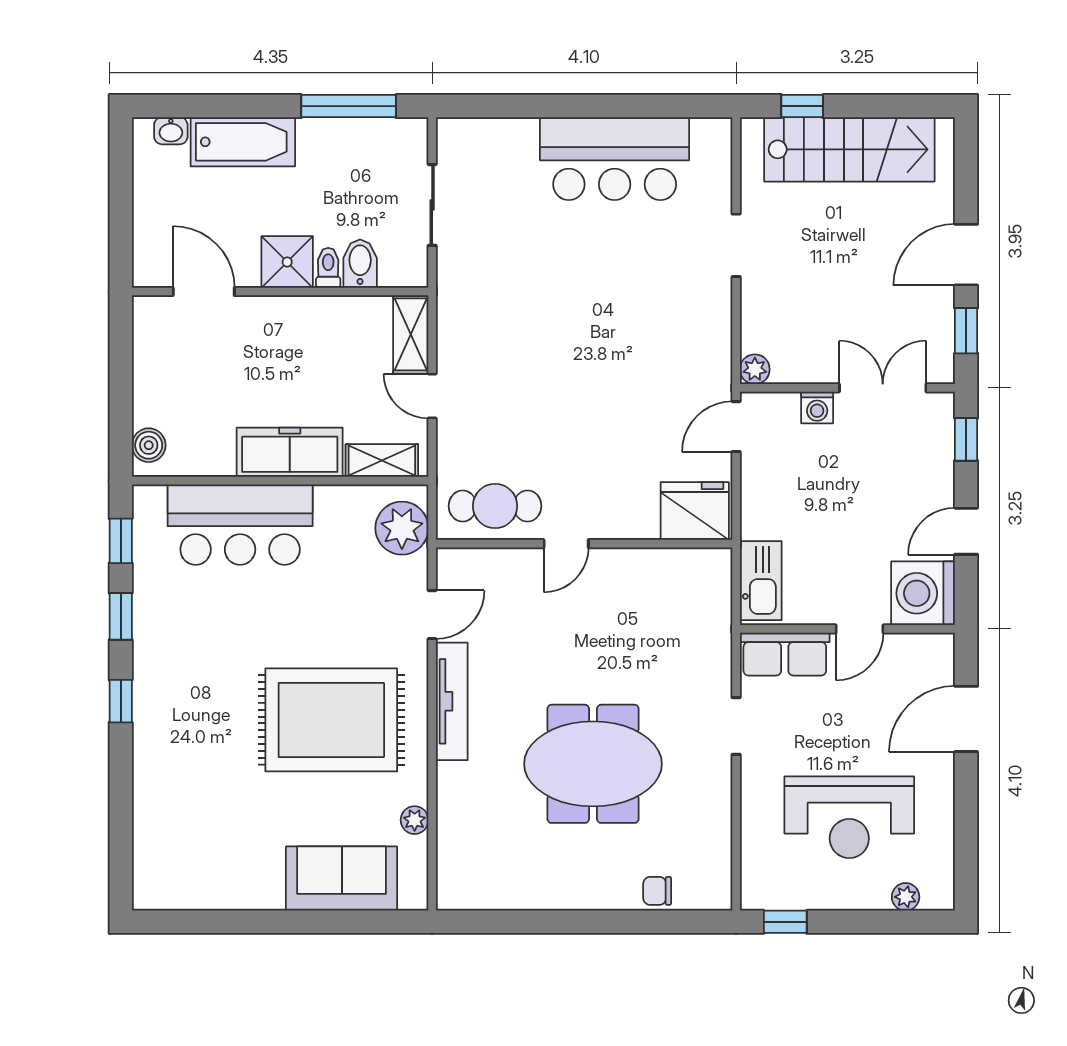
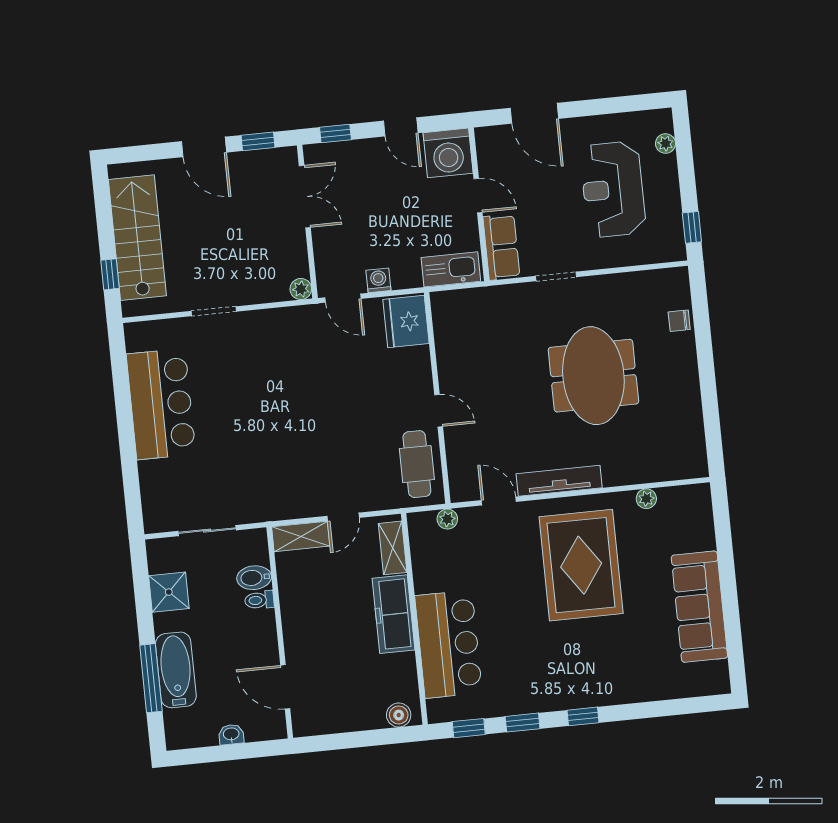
window: (349, 106) -> (151, 678), moved
washbasin: (171, 131) -> (231, 734), moved, turned -90
shower: (287, 262) -> (169, 592), moved
door: (204, 291) -> (285, 687), hinge flipped
double door: (883, 388) -> (305, 197), swing flipped
washing machine: (817, 407) -> (378, 280), moved, turned -90
plant: (402, 528) -> (447, 519), width x0.53, depth x0.53
reception desk: (849, 817) -> (613, 189), turned 180
sofa: (342, 879) -> (699, 607), moved, width x1.36
chair: (657, 891) -> (679, 321), turned 90

